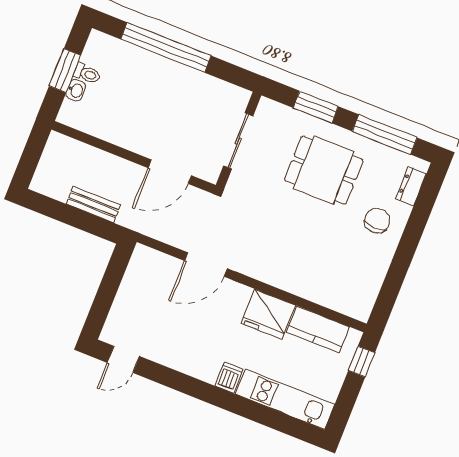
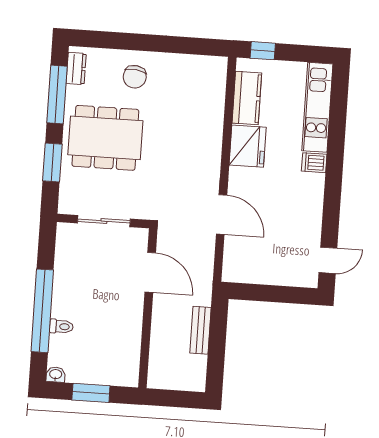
toilet: (87, 74) -> (61, 326), moved, turned 90
washbasin: (76, 90) -> (56, 375), moved
dining table: (324, 170) -> (105, 138), width x1.38
dresser: (411, 186) -> (76, 68), moved, turned -90
chair: (377, 221) -> (135, 77), turned -83
door: (123, 359) -> (328, 260), hinge flipped

